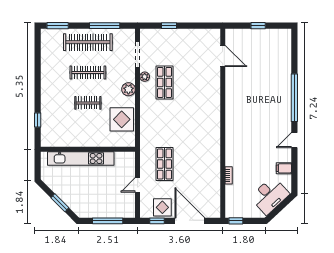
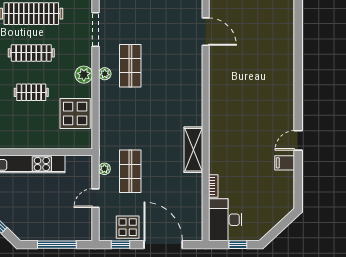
plant: (145, 77) -> (105, 74), moved
window: (294, 98) -> (298, 86), removed
shelving: (213, 147) -> (193, 150), added
plant: (144, 162) -> (104, 169), added
filing cabinet: (284, 168) -> (285, 163), moved
desk: (270, 196) -> (225, 220), moved, turned 133
window: (236, 221) -> (238, 245), moved

